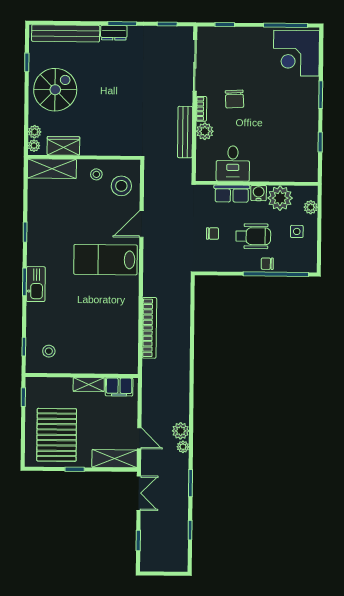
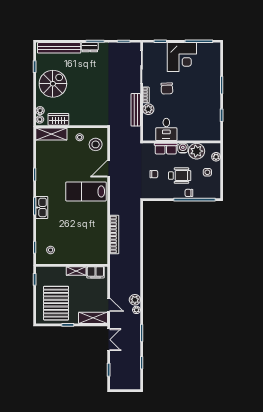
corner desk: (296, 53) -> (182, 57), moved, turned -90

